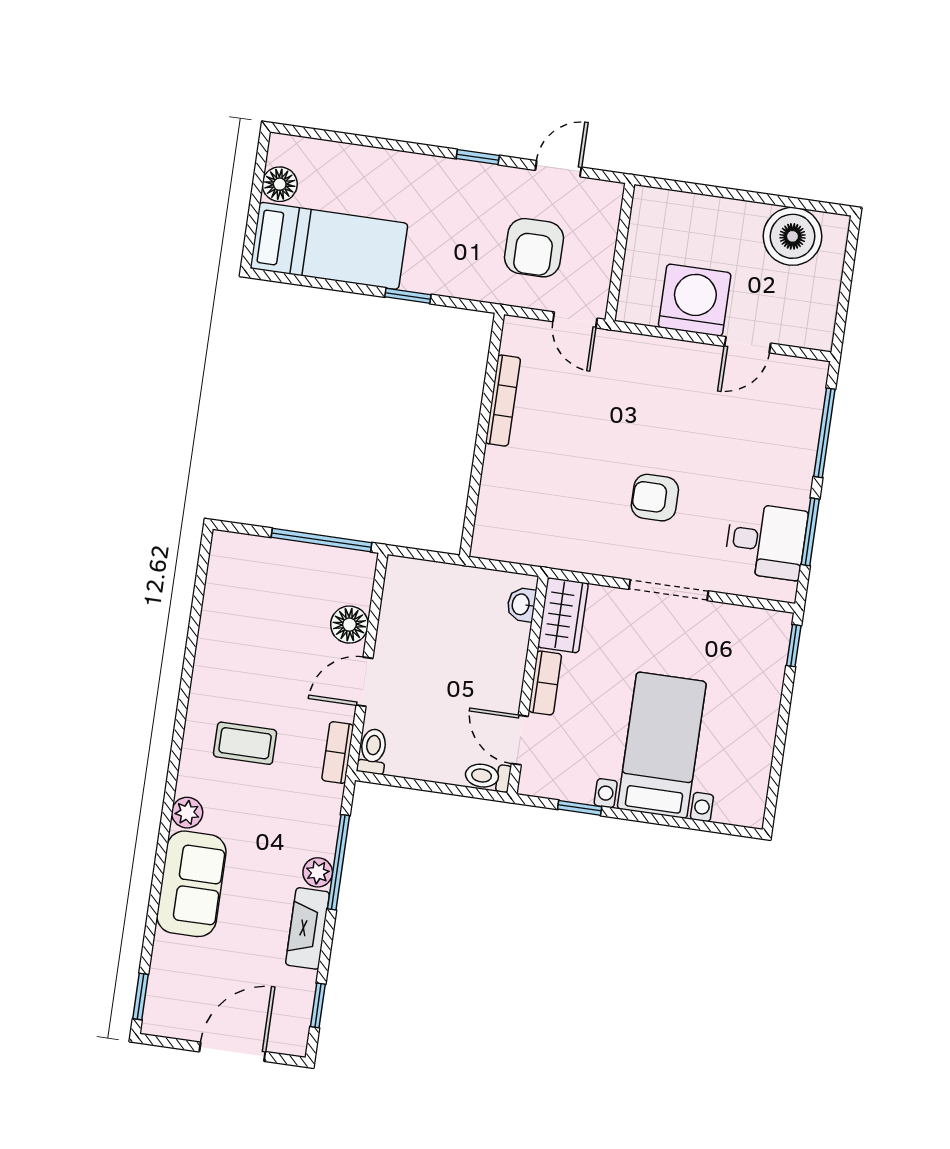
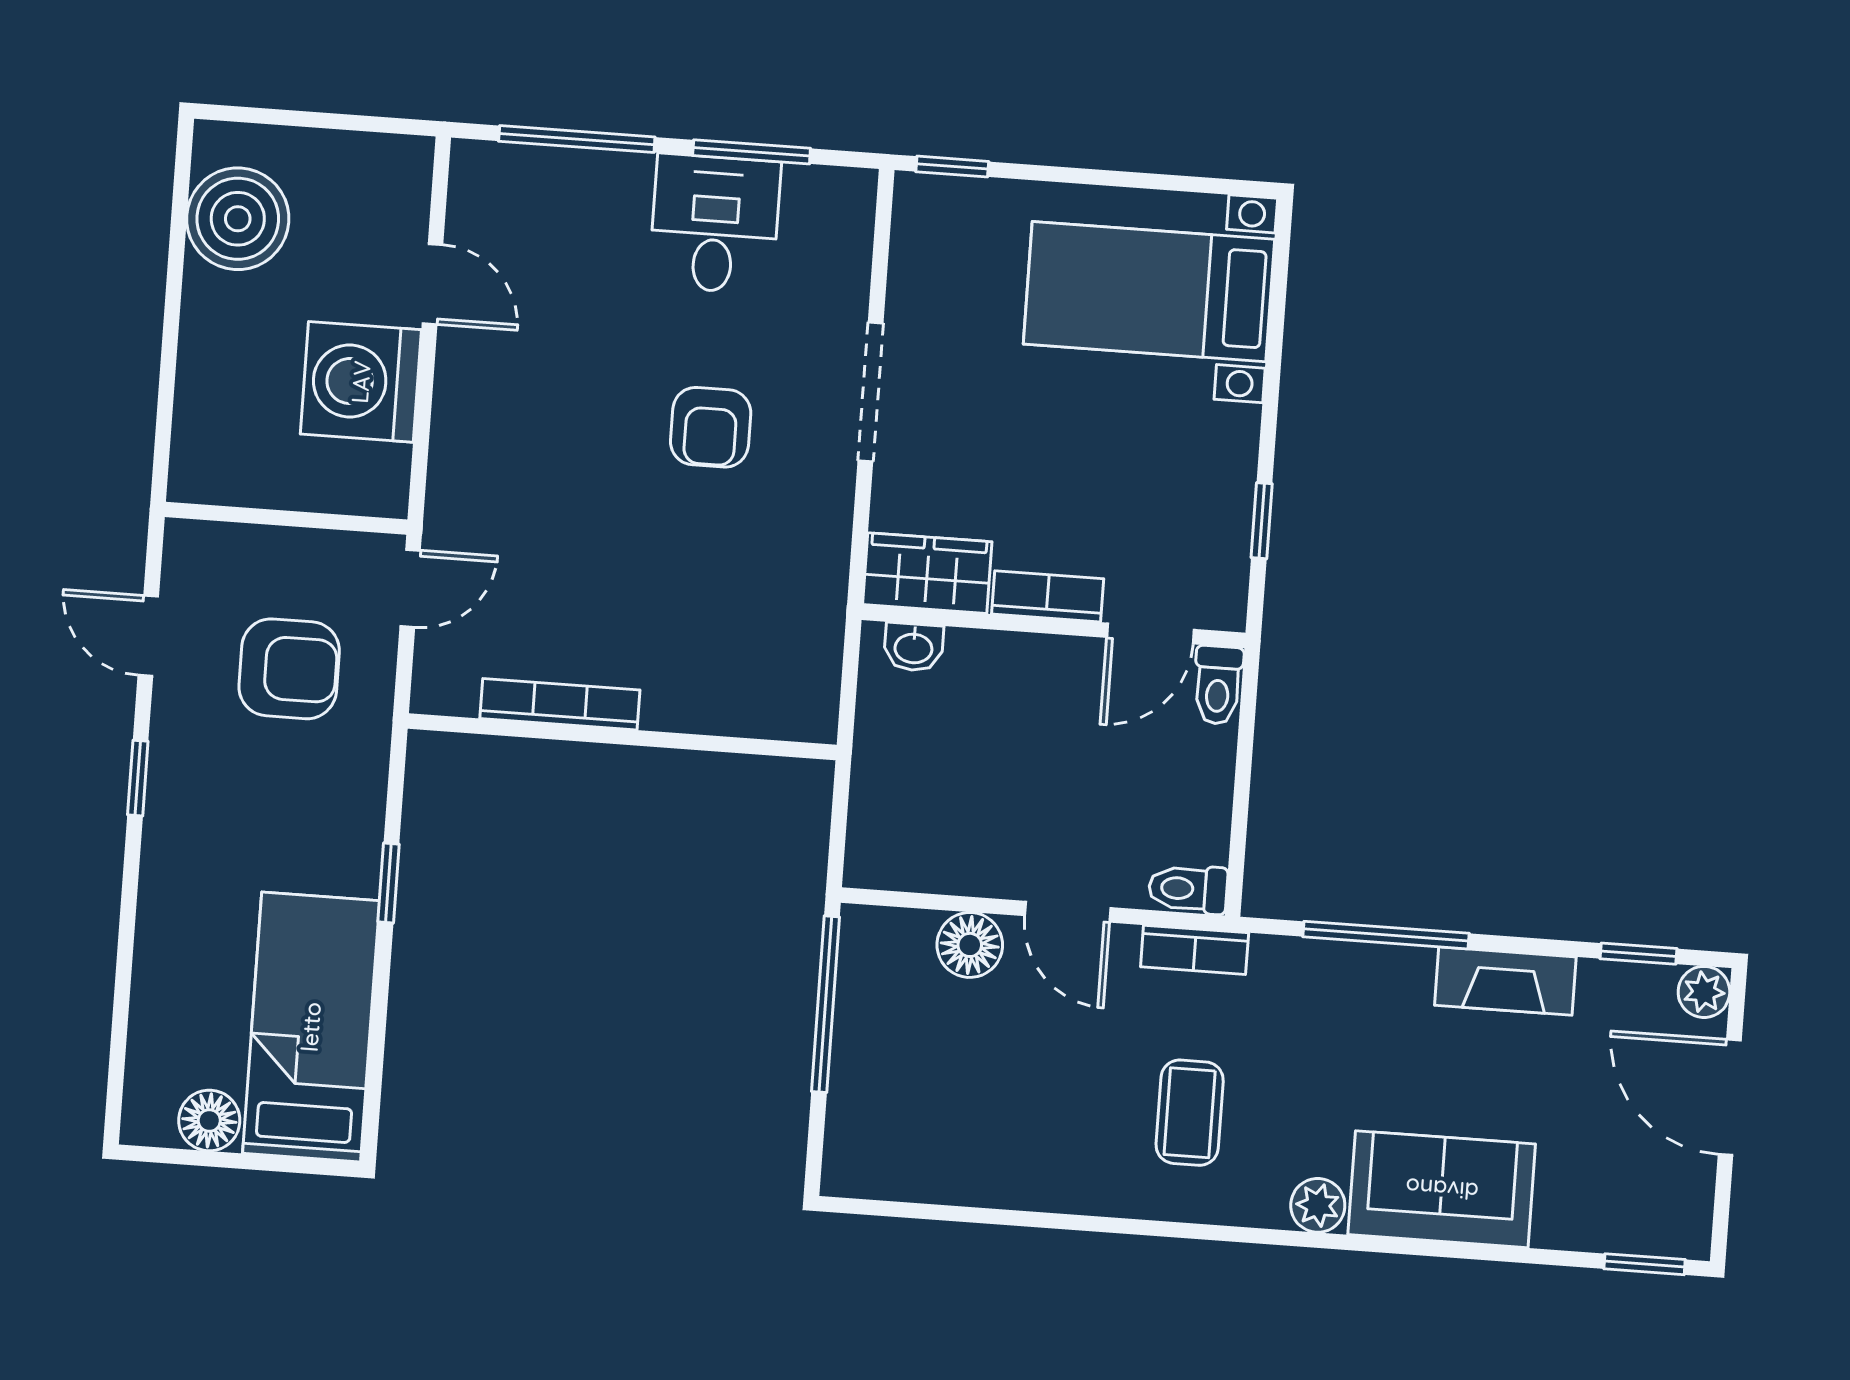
desk: (766, 541) -> (715, 224), moved
bed with nightstands: (662, 745) -> (1149, 292), moved
plant: (318, 872) -> (1704, 992), moved

